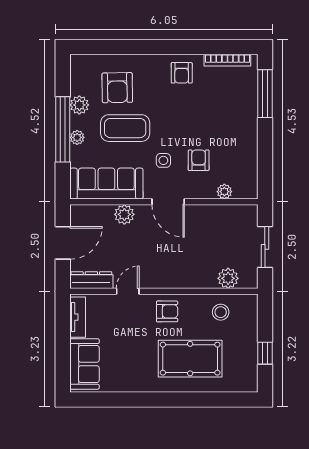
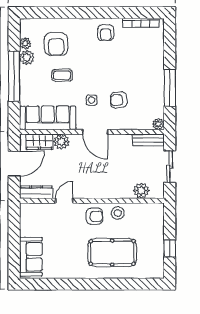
window: (265, 94) -> (170, 88), moved
coffee table: (125, 128) -> (62, 75), width x0.54, depth x0.58
plant: (77, 137) -> (25, 43), moved
armchair: (199, 160) -> (119, 100), turned -96
plant: (224, 192) -> (158, 124), moved
bench: (237, 212) -> (148, 140), added
wardrobe: (95, 215) -> (39, 142), added
stool: (221, 312) -> (118, 213), moved
tv unit: (78, 317) -> (26, 221), removed

